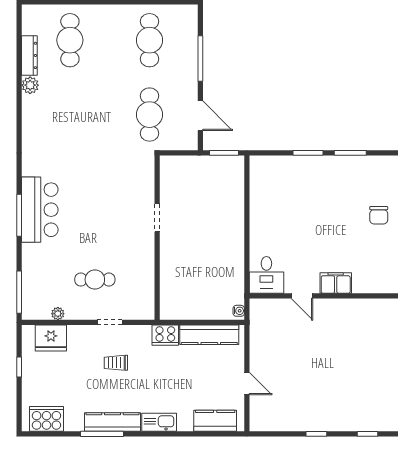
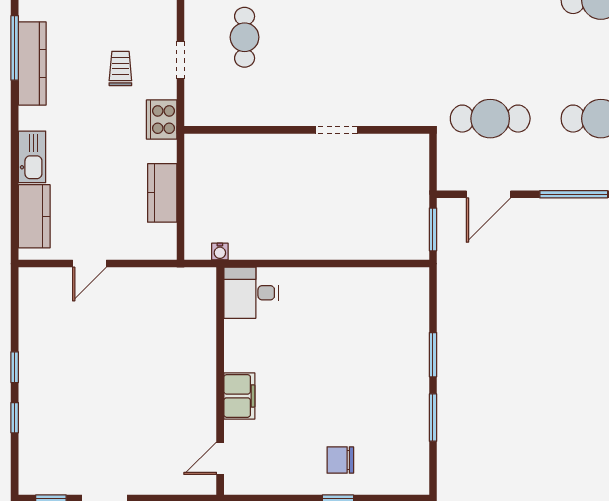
door: (302, 296) -> (220, 458), moved
water cooler: (239, 311) -> (220, 251), moved
cooker: (165, 335) -> (162, 120), moved
kitchen counter: (209, 335) -> (162, 193), width x0.67
kitchen sink: (159, 422) -> (32, 157), moved
window: (368, 434) -> (15, 418), moved

